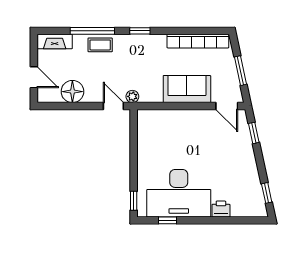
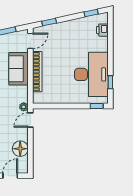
bookcase: (183, 116) -> (37, 72), added
printer: (221, 209) -> (102, 30), moved

